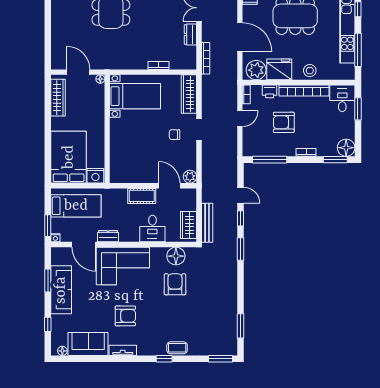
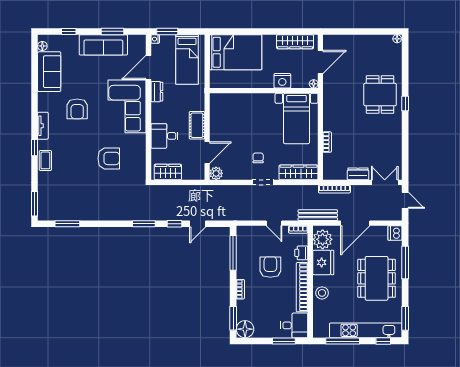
nightstand: (95, 176) -> (282, 81), moved, turned -90
bench: (207, 223) -> (318, 215), moved
floor lamp: (176, 256) -> (137, 159), removed
tv unit: (123, 350) -> (43, 126), moved

